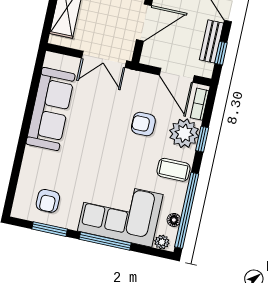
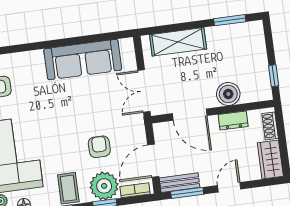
bench: (211, 41) -> (180, 183), moved
window: (221, 53) -> (187, 193), width x1.50

